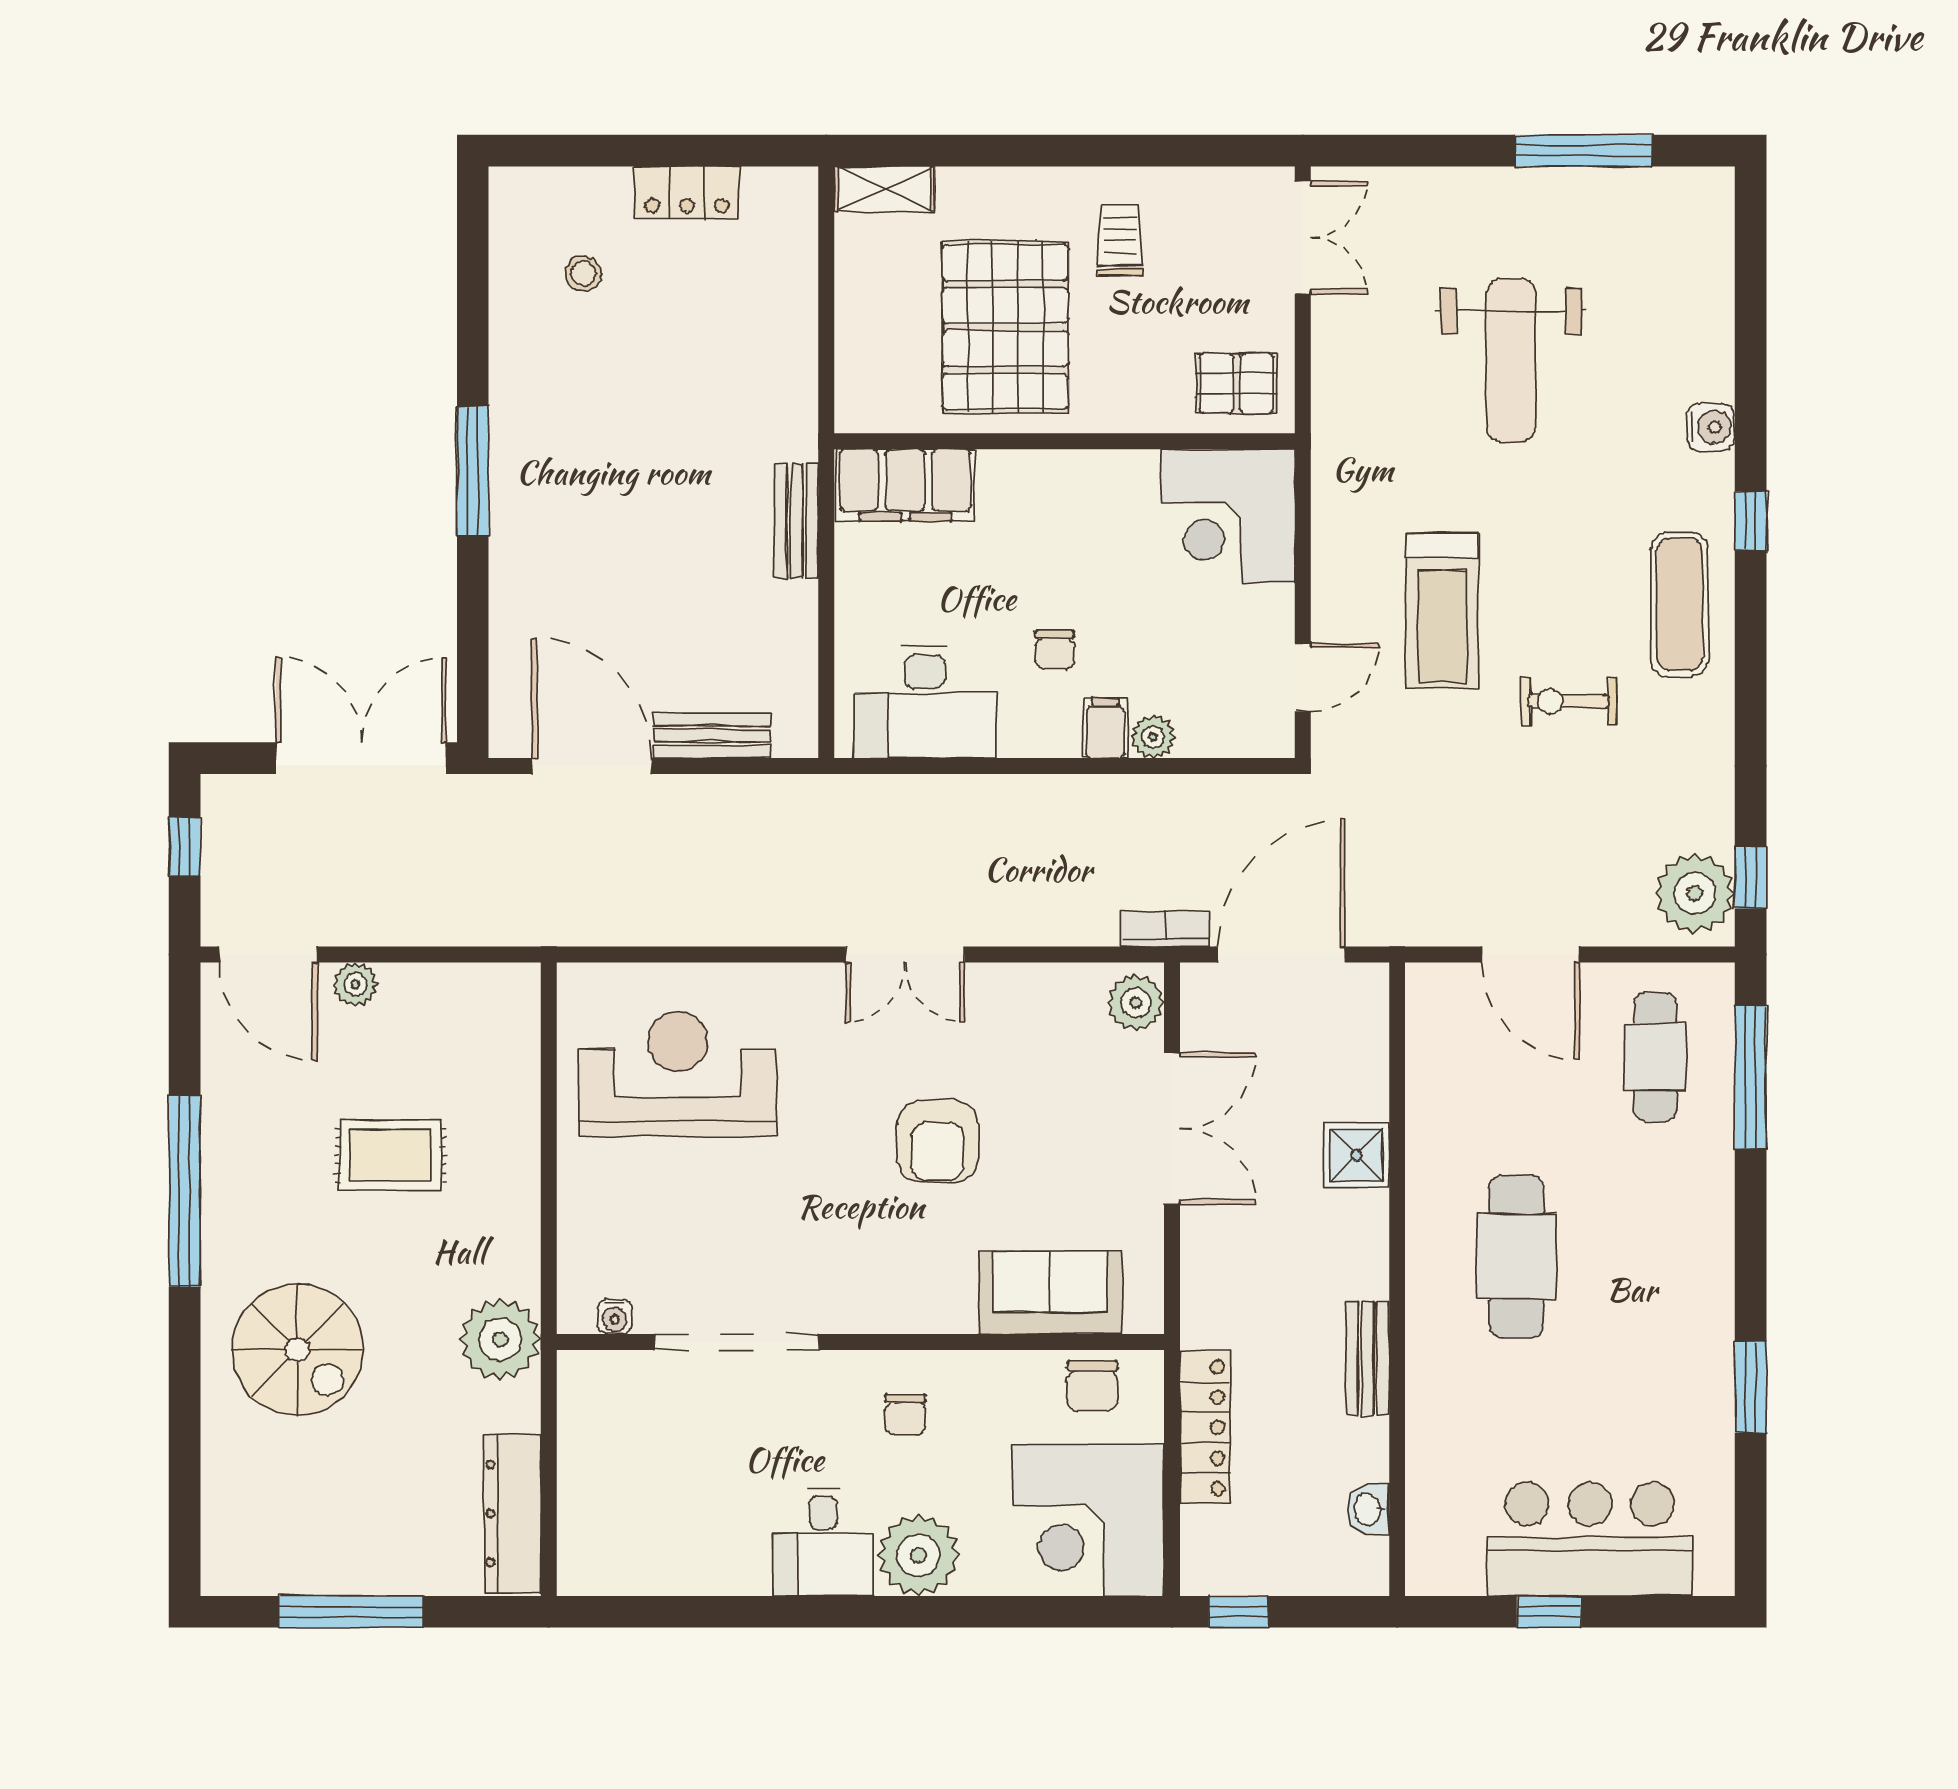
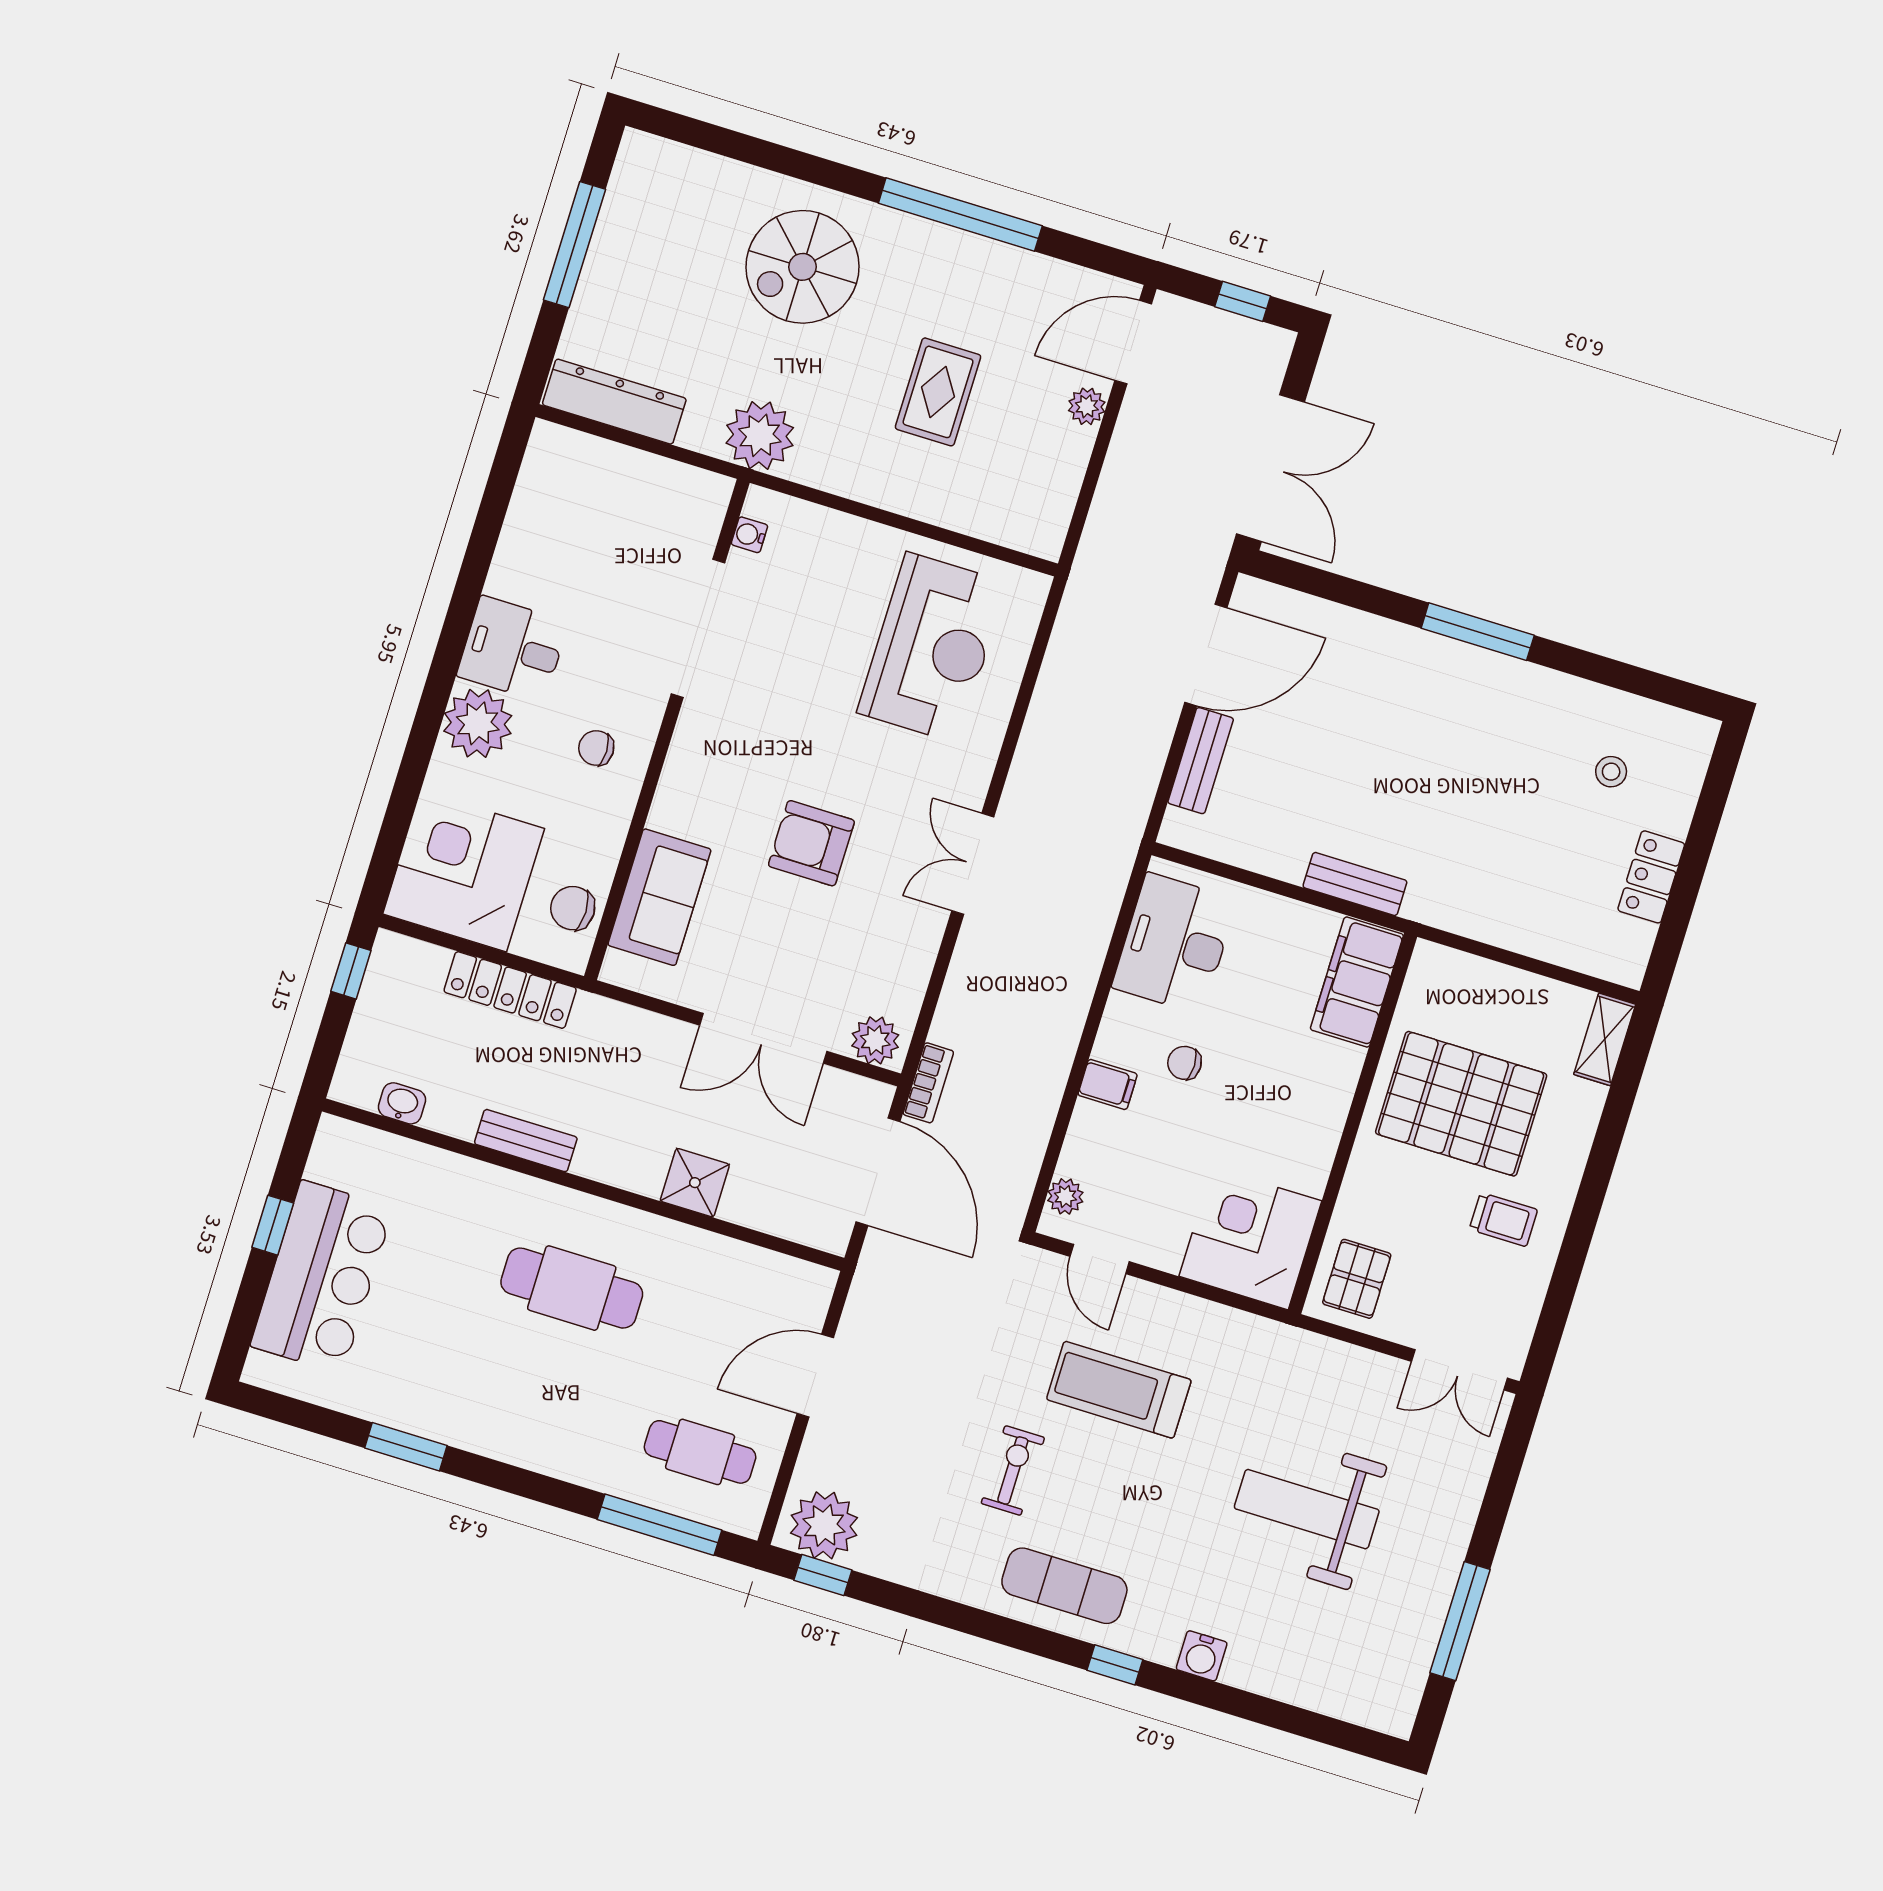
plant: (1153, 737) -> (1065, 1196), moved

